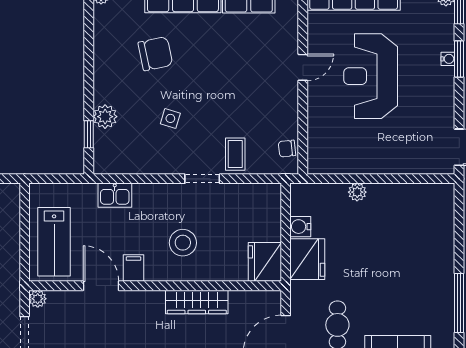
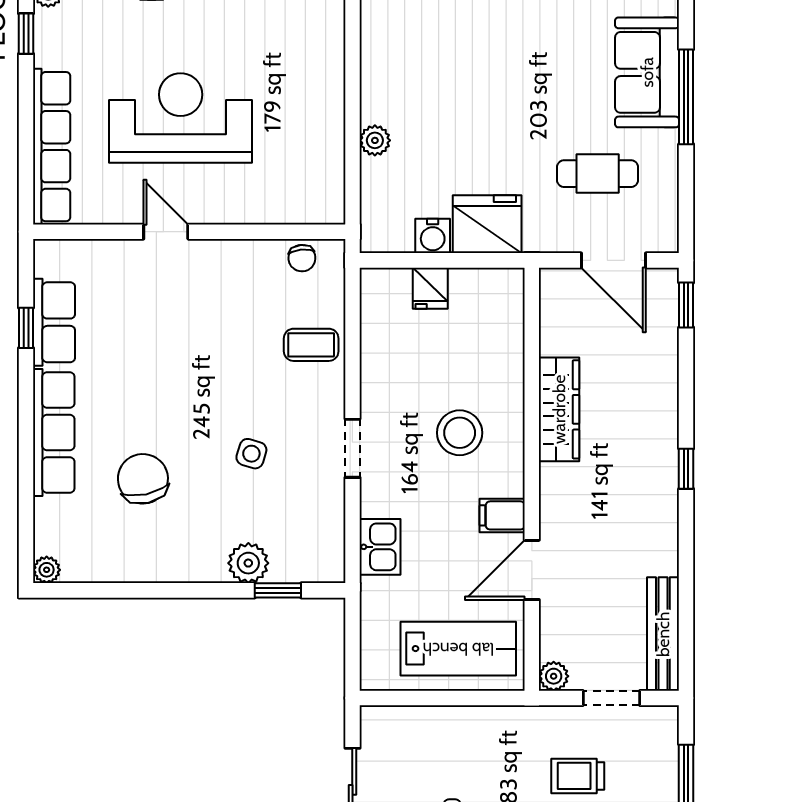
reception desk: (371, 76) -> (181, 118), turned 180
doorway: (202, 179) -> (352, 448), moved
fridge: (265, 262) -> (430, 288), moved, width x0.53, depth x0.75

